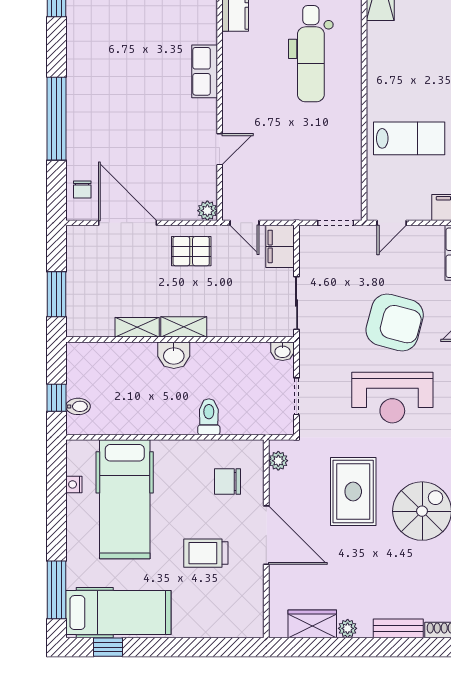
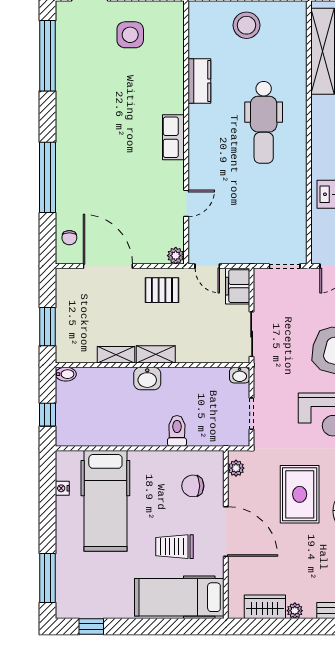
bidet: (78, 406) -> (66, 374), moved
hospital bed: (118, 613) -> (179, 597), moved, turned 180

